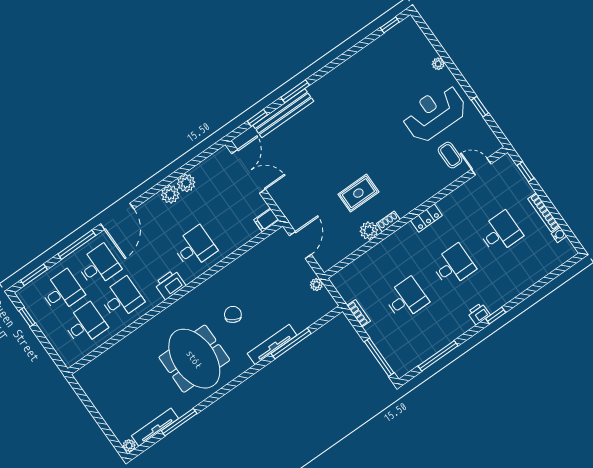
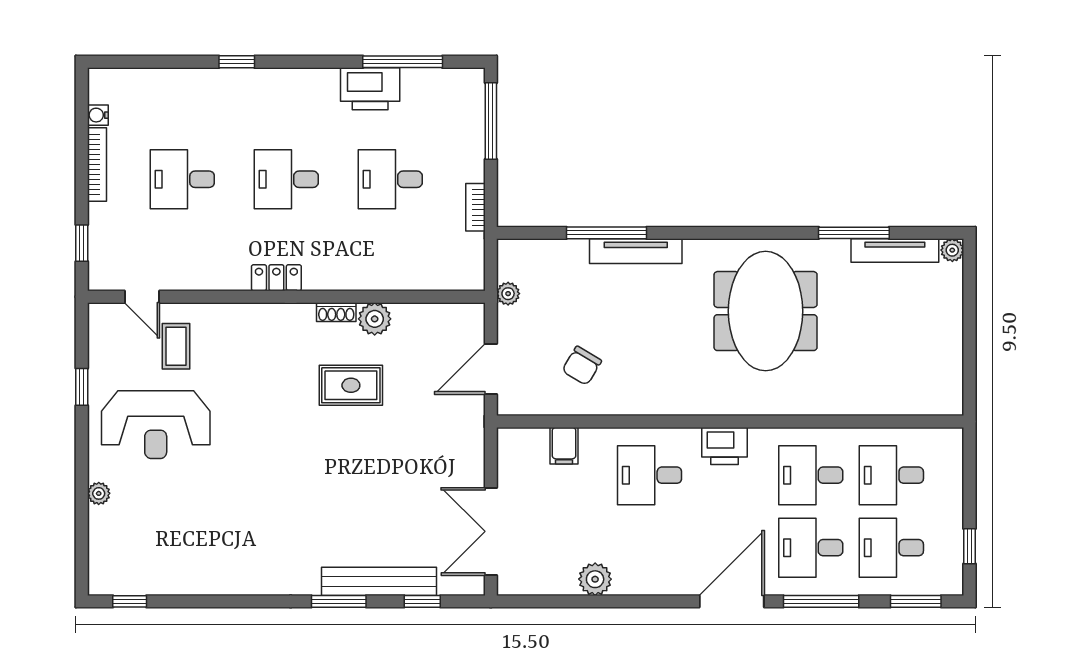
plant: (170, 194) -> (630, 579), removed
filing cabinet: (266, 220) -> (564, 446), moved, turned 90
chair: (233, 314) -> (582, 366), moved
printer: (479, 314) -> (370, 89), moved, width x1.87, depth x1.48
window: (496, 315) -> (237, 62), moved

